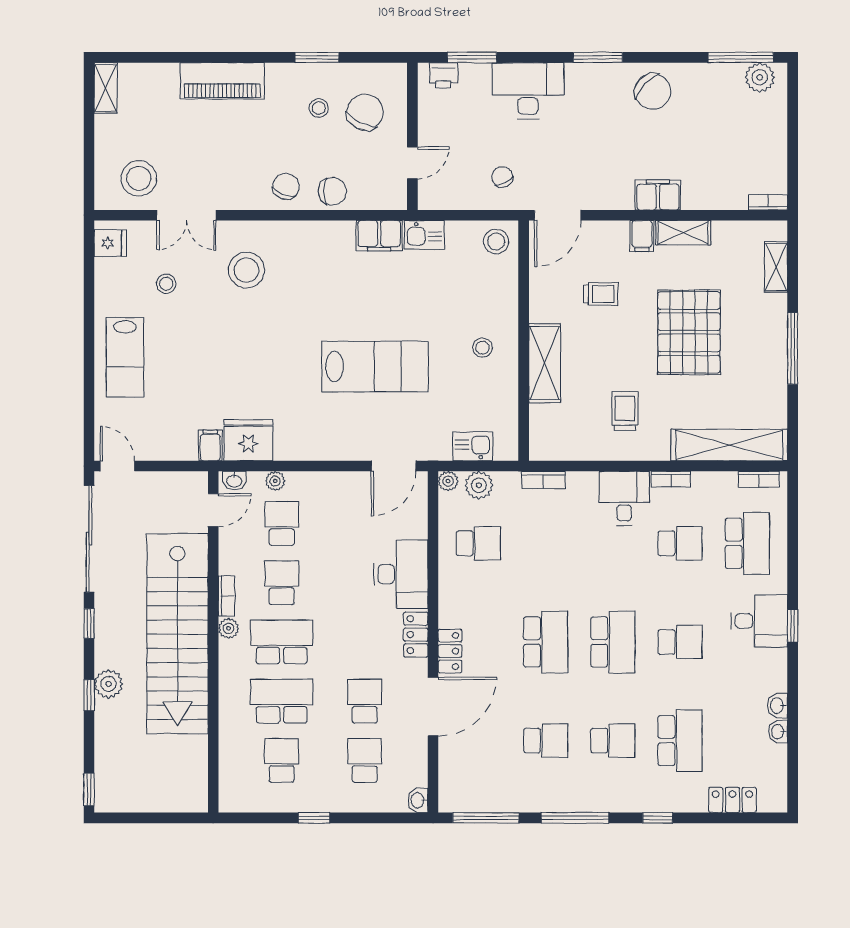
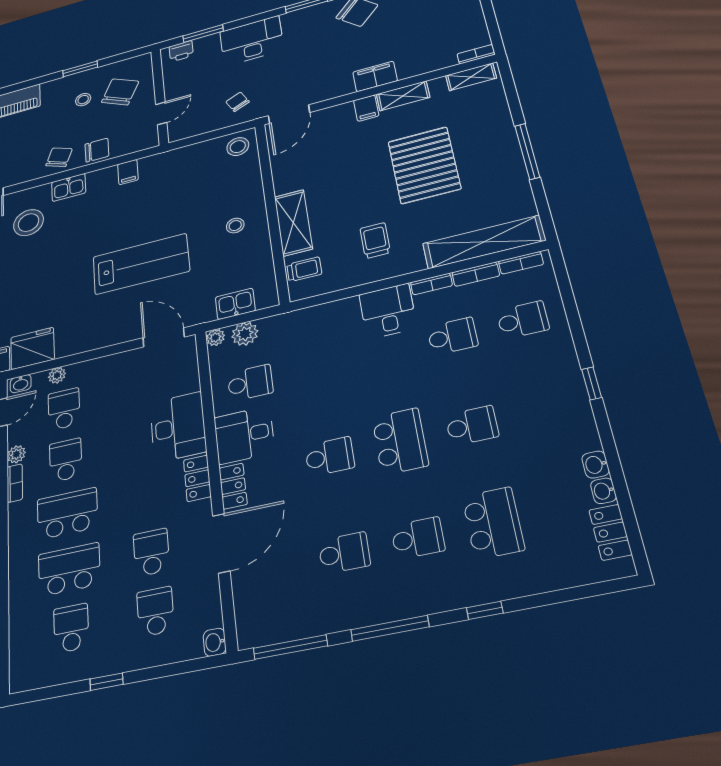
kitchen sink: (424, 235) -> (69, 187), moved
filing cabinet: (379, 236) -> (128, 172), width x0.50
shelving: (776, 267) -> (471, 77), moved, turned 90
trolley: (601, 294) -> (304, 269), moved
door: (394, 466) -> (164, 337), swing flipped
bookcase: (543, 480) -> (476, 274), moved
school desk: (747, 543) -> (523, 320), width x0.54
desk: (759, 621) -> (244, 435), moved, turned 180
plant: (229, 628) -> (16, 454), moved
school desk: (546, 642) -> (330, 456), width x0.54
locker: (732, 800) -> (610, 532), moved, turned -90

